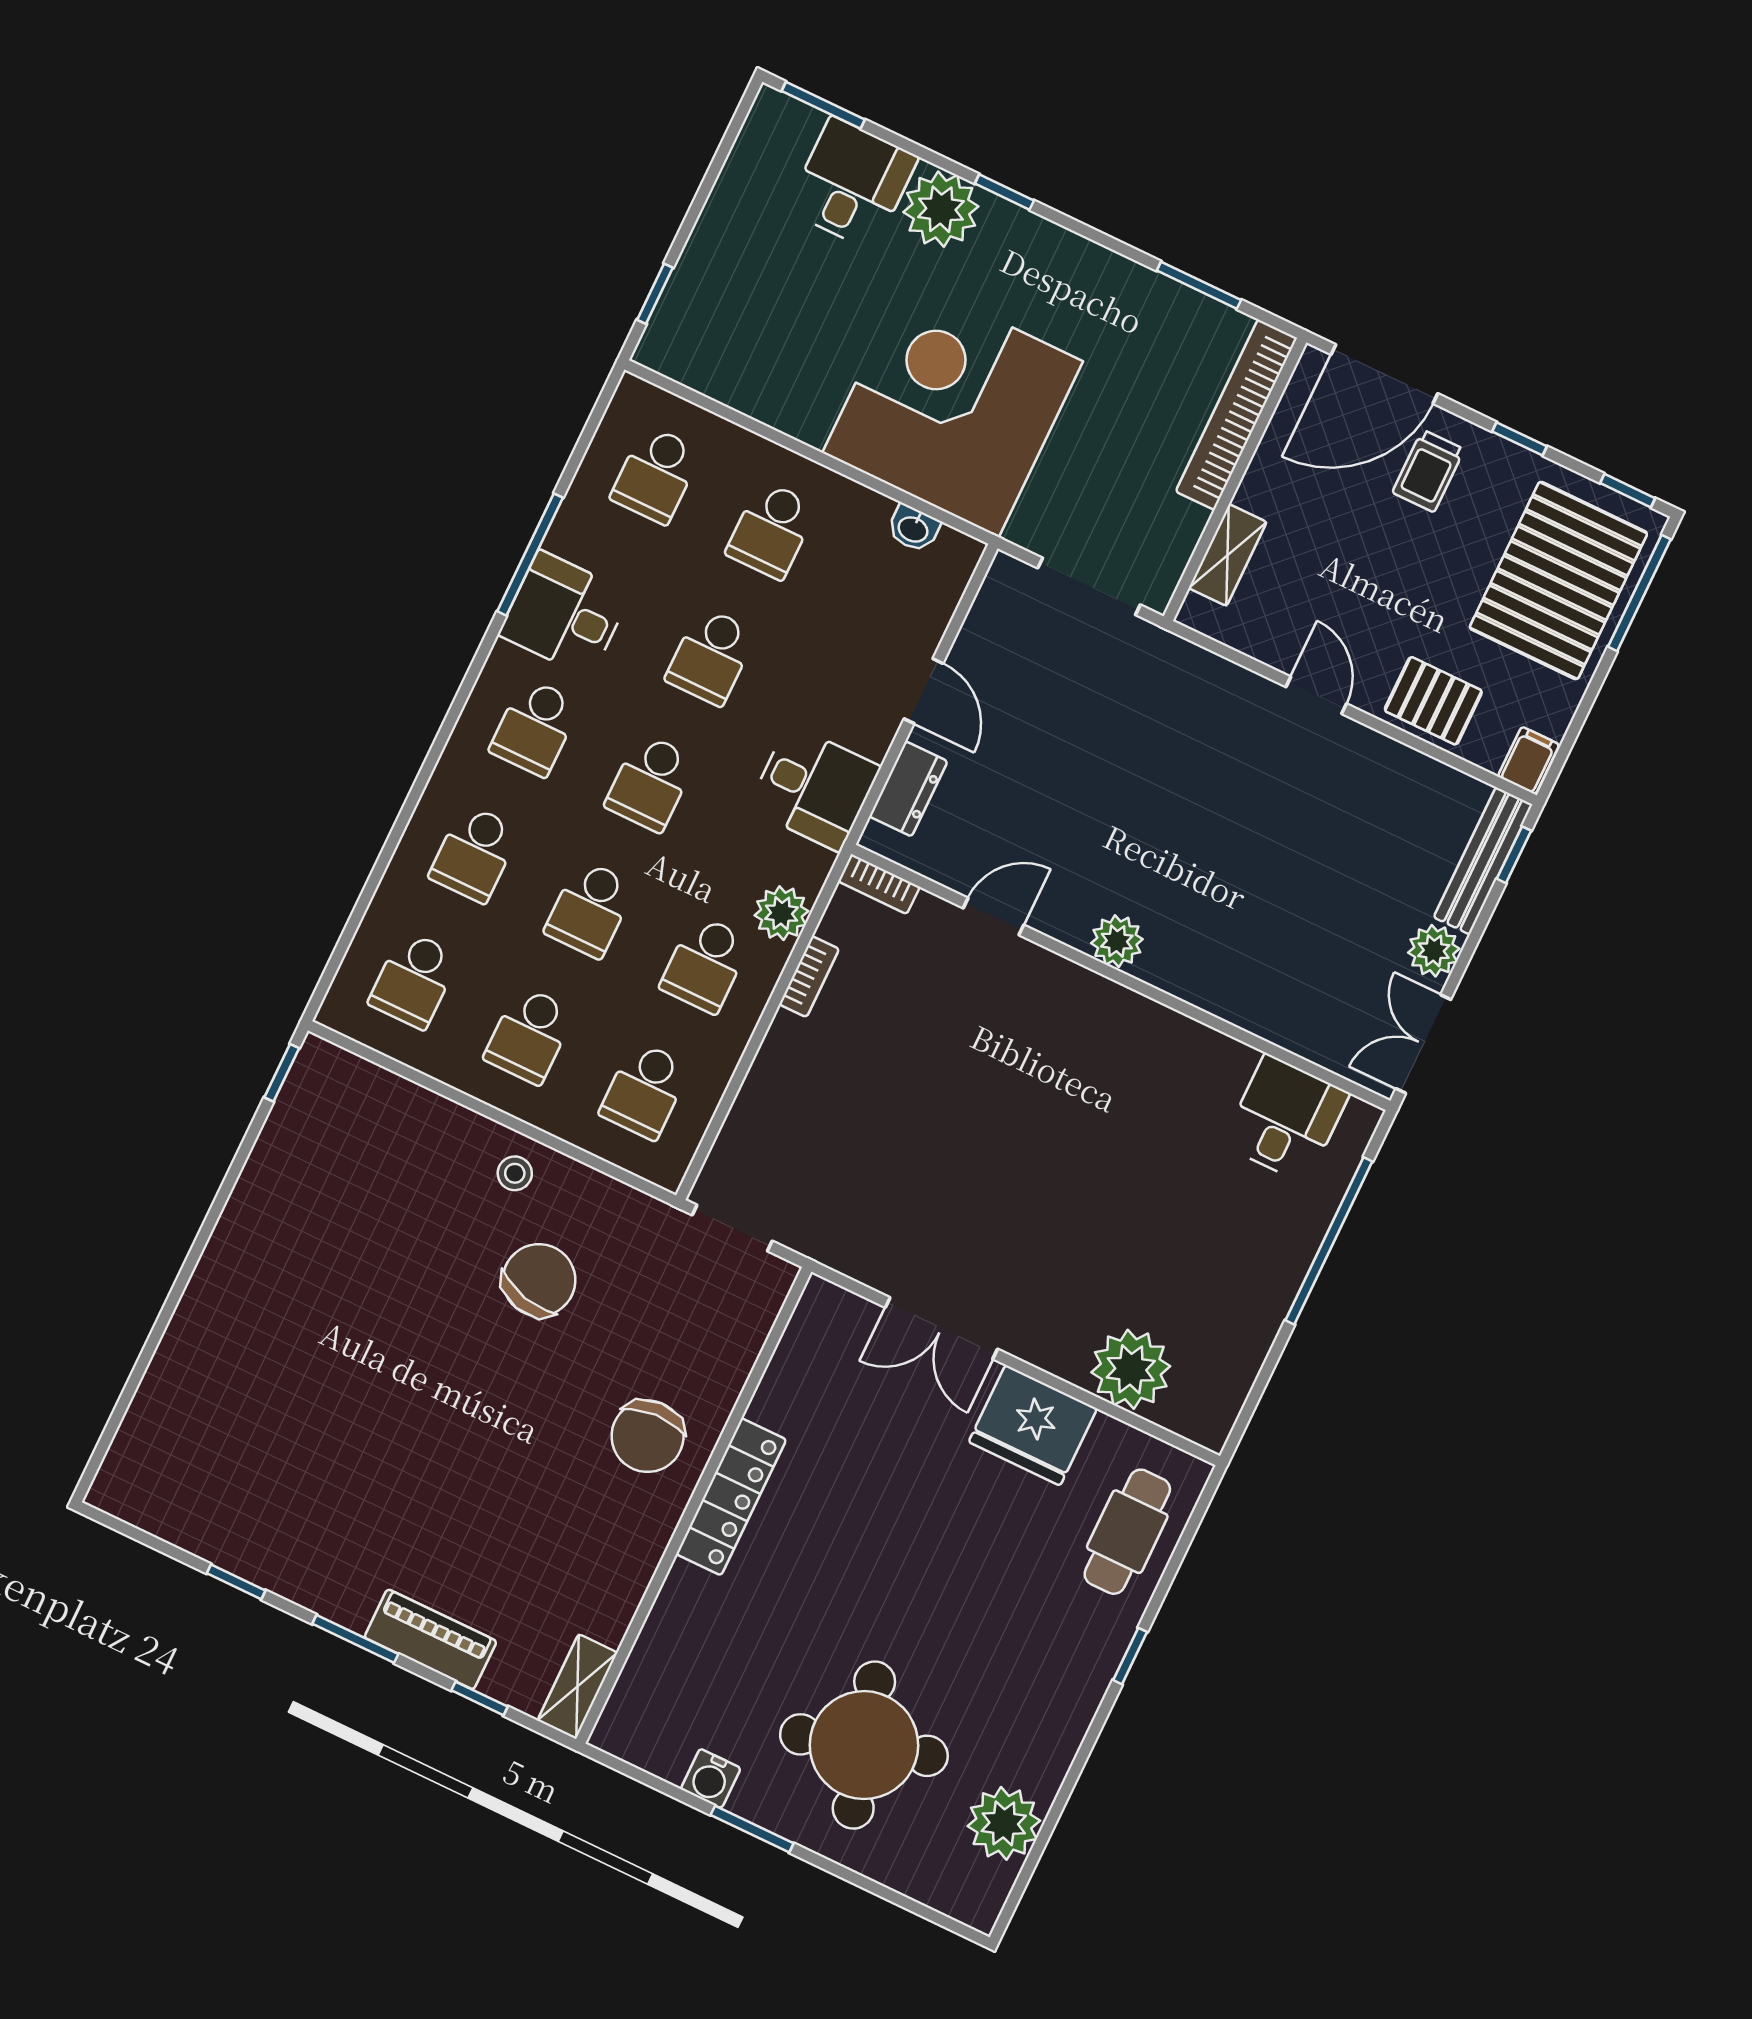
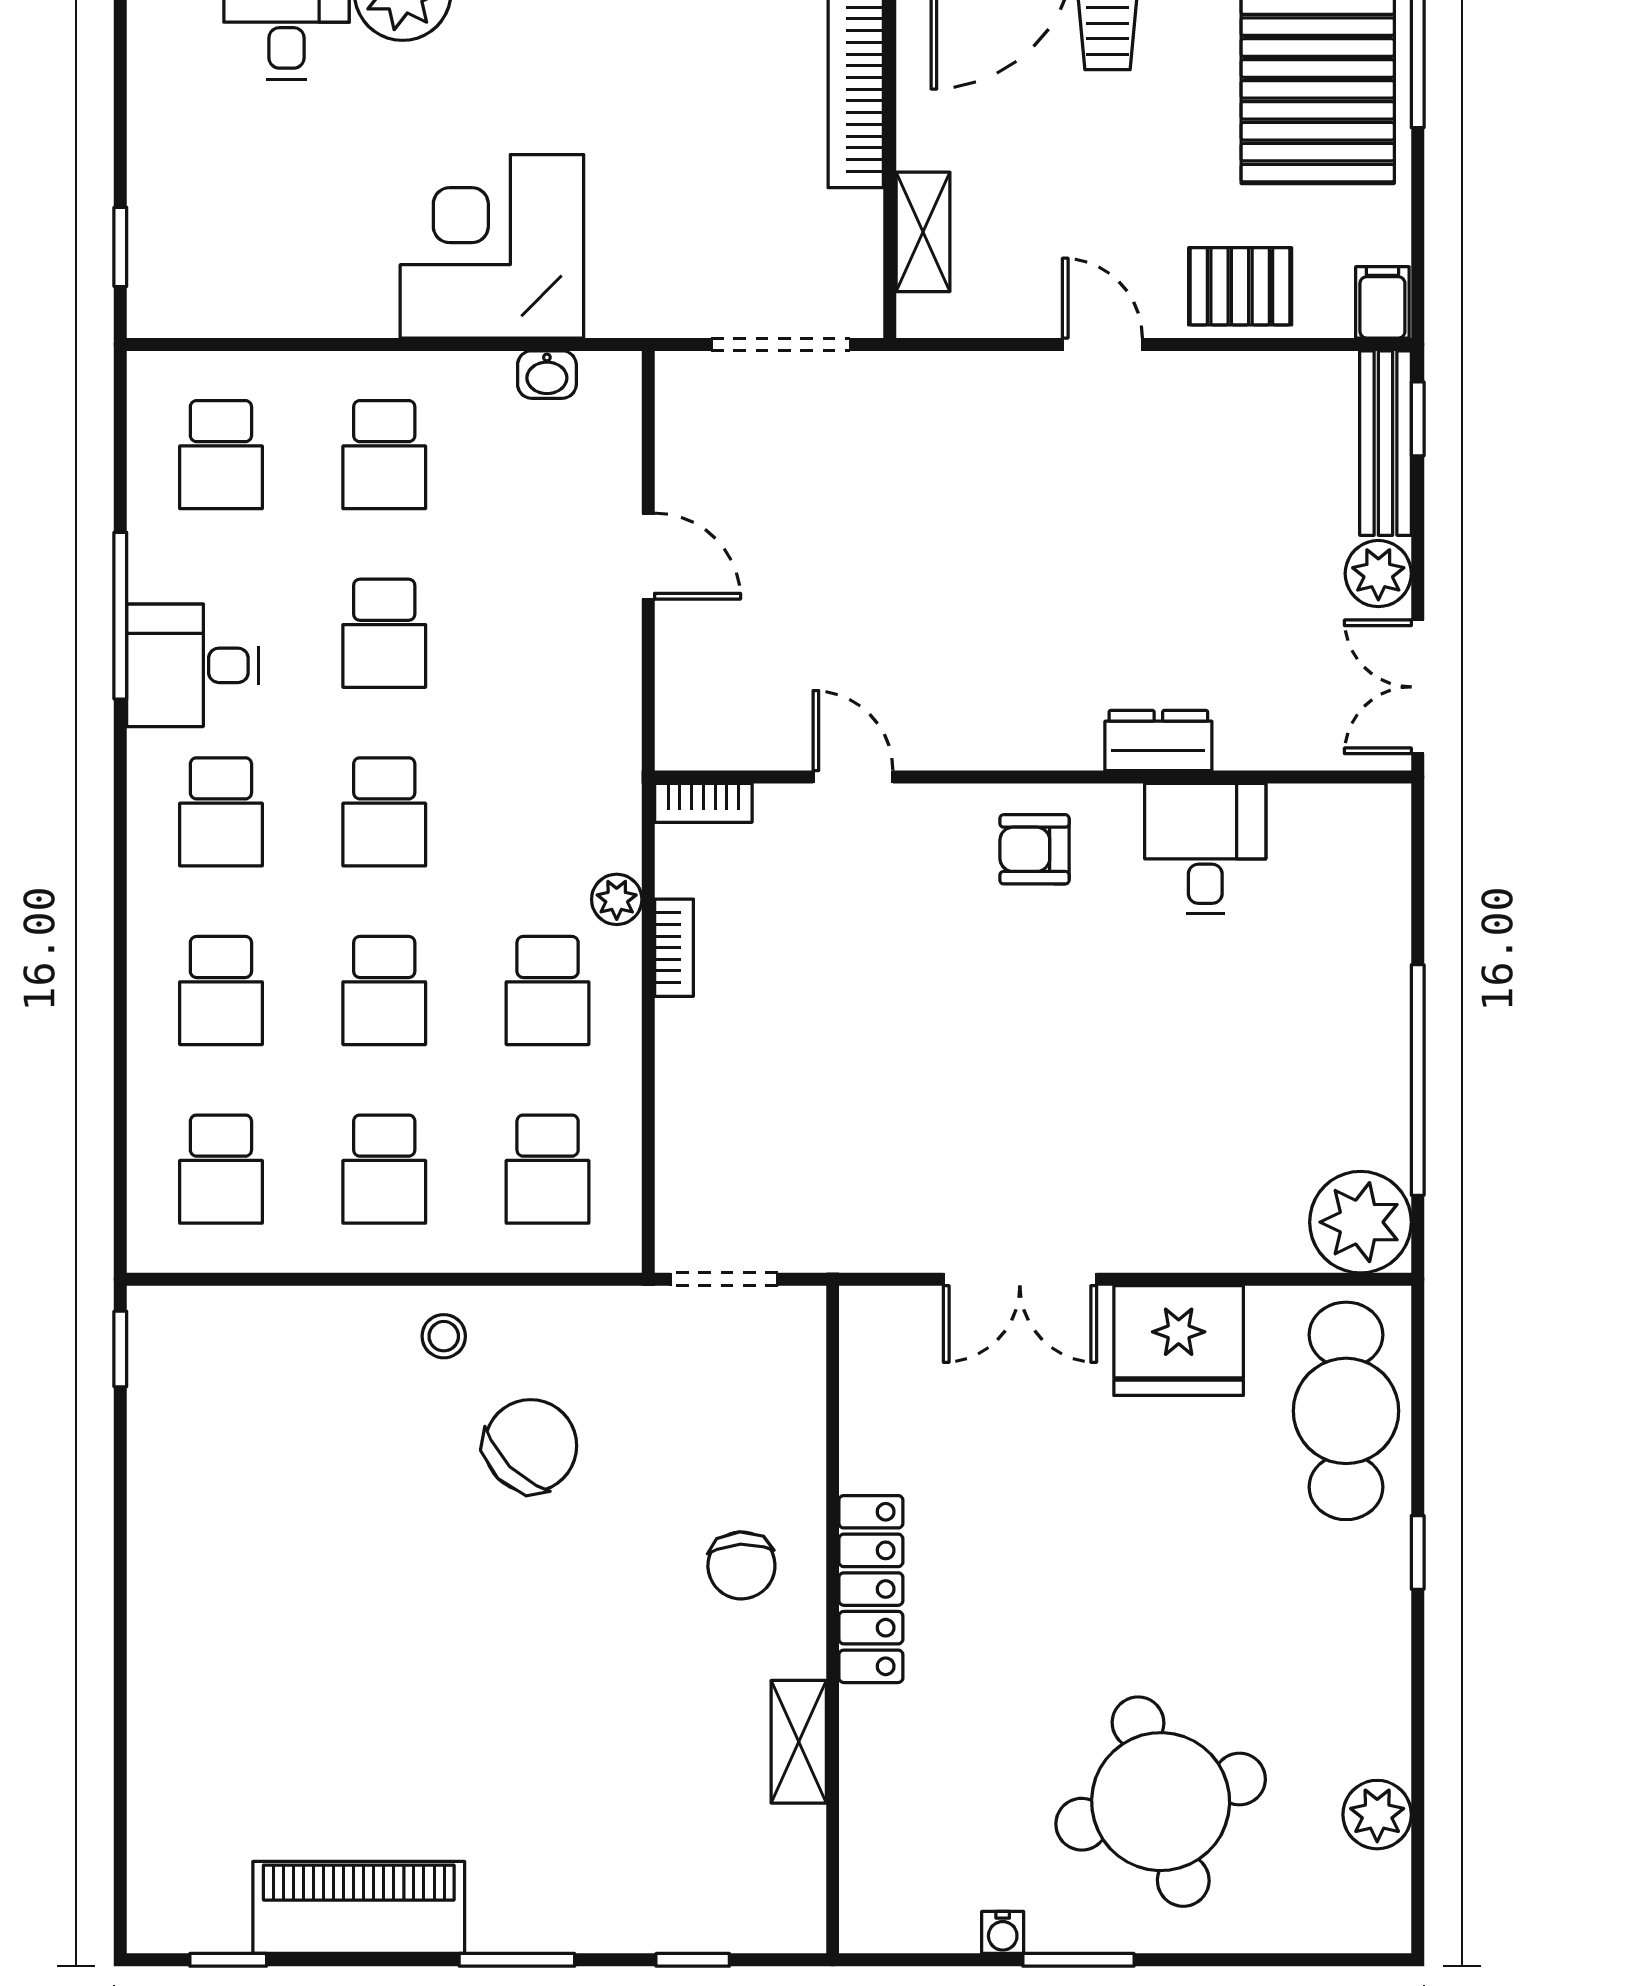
corner desk: (953, 407) -> (492, 246), width x0.74, depth x0.74
desk: (814, 788) -> (576, 728), removed
dresser: (908, 789) -> (1158, 740), moved, turned -90
plant: (781, 913) -> (617, 899), width x0.73, depth x0.73
door: (994, 917) -> (853, 777), hinge flipped
plant: (1117, 941) -> (1009, 737), removed
armchair: (1097, 1029) -> (1034, 849), added
desk: (1286, 1119) -> (1205, 849), moved
window: (1329, 1241) -> (1418, 1080), moved
chair: (539, 1280) -> (531, 1446), turned 31
plant: (1131, 1369) -> (1361, 1222), moved
chair: (648, 1436) -> (741, 1565), width x0.73, depth x0.73
cafe table: (1127, 1532) -> (1346, 1411), width x1.37, depth x1.35
window: (236, 1582) -> (228, 1960), moved
piano: (430, 1639) -> (359, 1907), moved, width x1.37, depth x1.33
shelving: (577, 1687) -> (799, 1742), moved
water cooler: (711, 1778) -> (1003, 1932), width x0.72, depth x0.72
plant: (1004, 1823) -> (1377, 1815), width x0.73, depth x0.73

